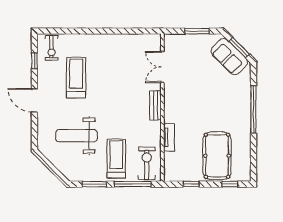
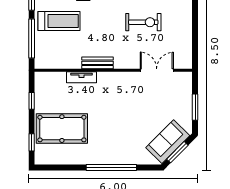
bench: (155, 105) -> (98, 63), moved
exercise bike: (147, 163) -> (143, 22), moved

